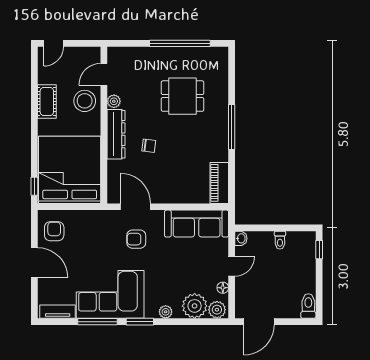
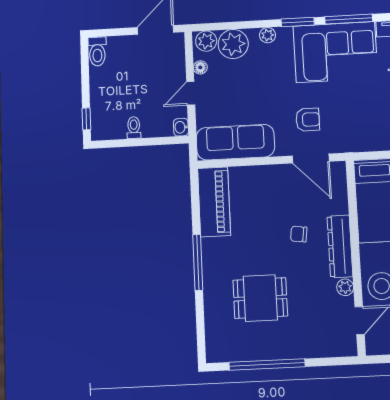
piano: (219, 183) -> (214, 202), width x1.37, depth x1.33

